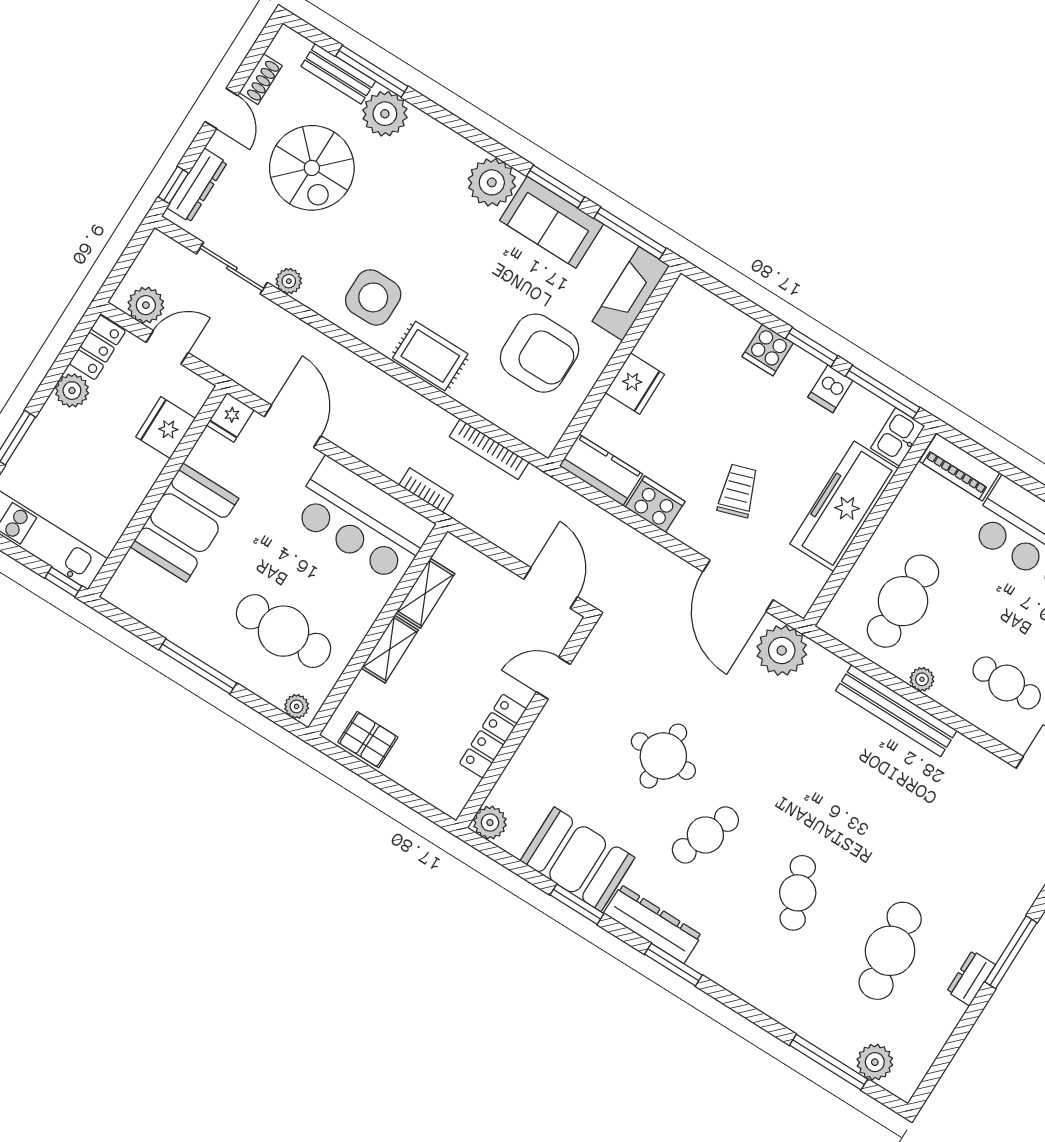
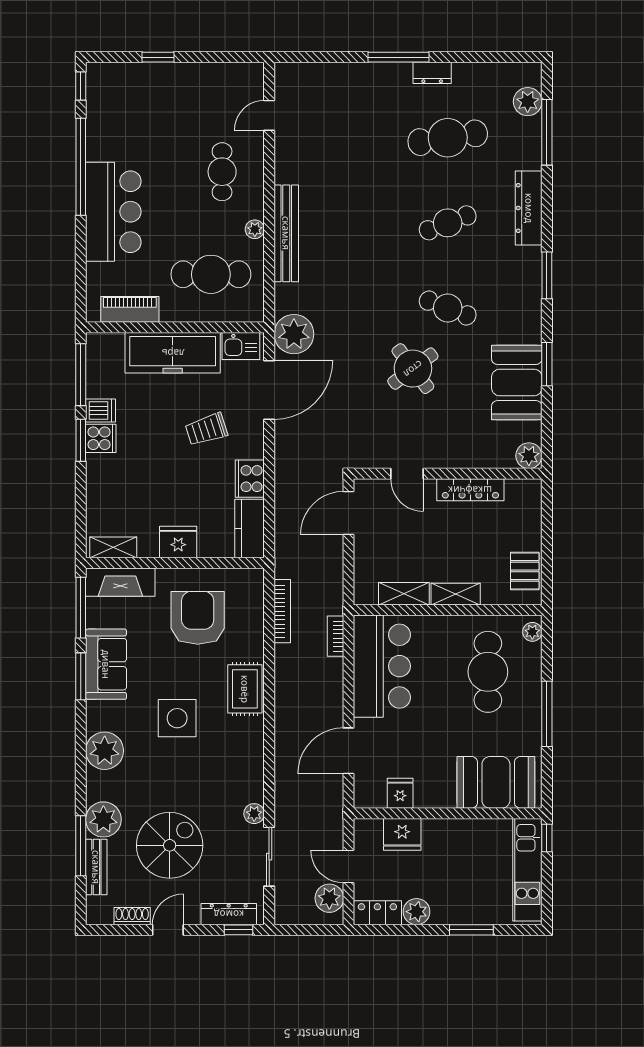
plant: (492, 182) -> (105, 751), moved
side table: (373, 297) -> (177, 718), moved
shelving: (673, 309) -> (113, 547), added
cooker: (768, 350) -> (101, 438), moved
fridge: (230, 417) -> (400, 793), moved, turned -90
kitchen sink: (898, 437) -> (241, 346), moved
piano: (960, 467) -> (130, 309), moved, turned -90
booth: (184, 523) -> (496, 782), moved
round table: (663, 756) -> (413, 369), turned -37
dresser: (653, 924) -> (529, 208), moved

